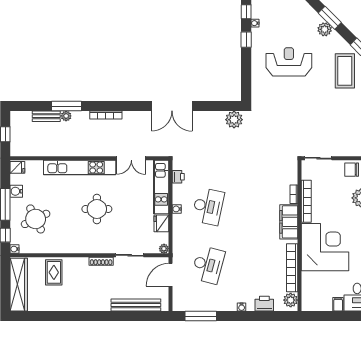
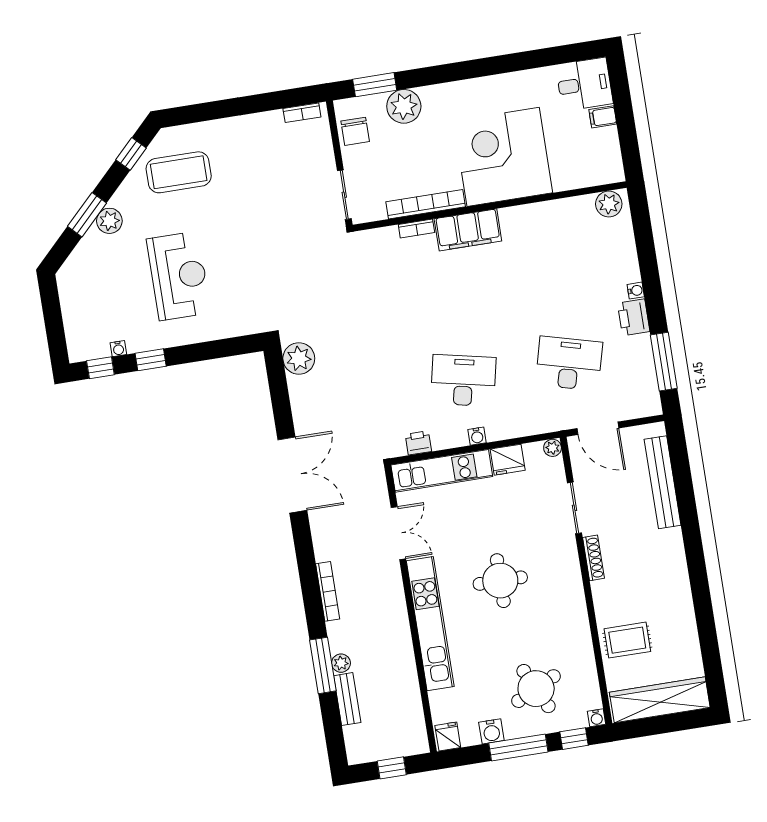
reception desk: (289, 62) -> (179, 276), turned 180
bookcase: (292, 268) -> (550, 210), removed
printer: (264, 304) -> (634, 317), moved

